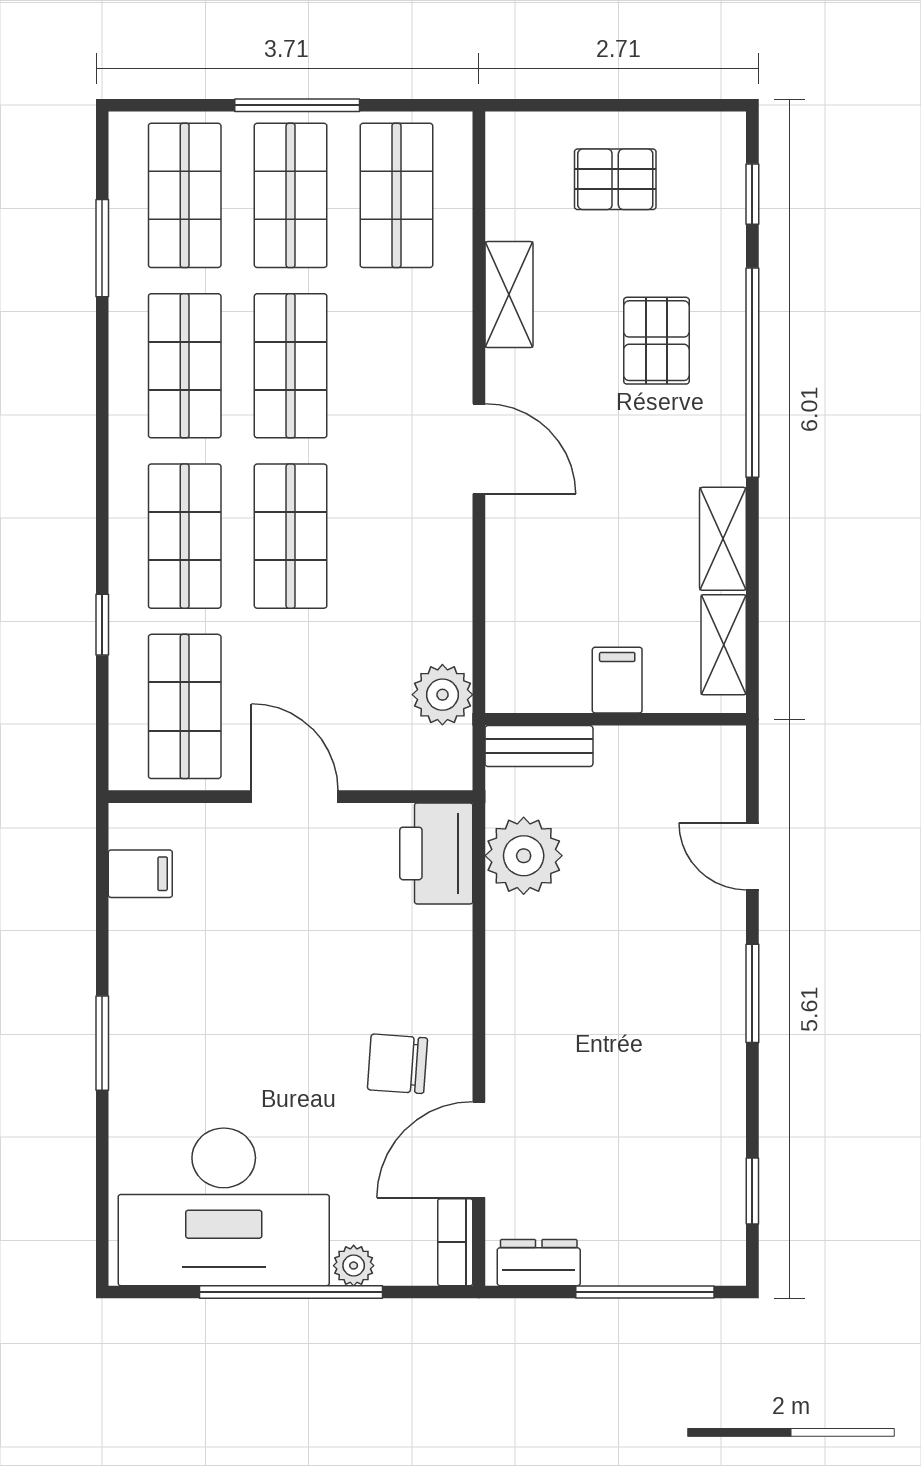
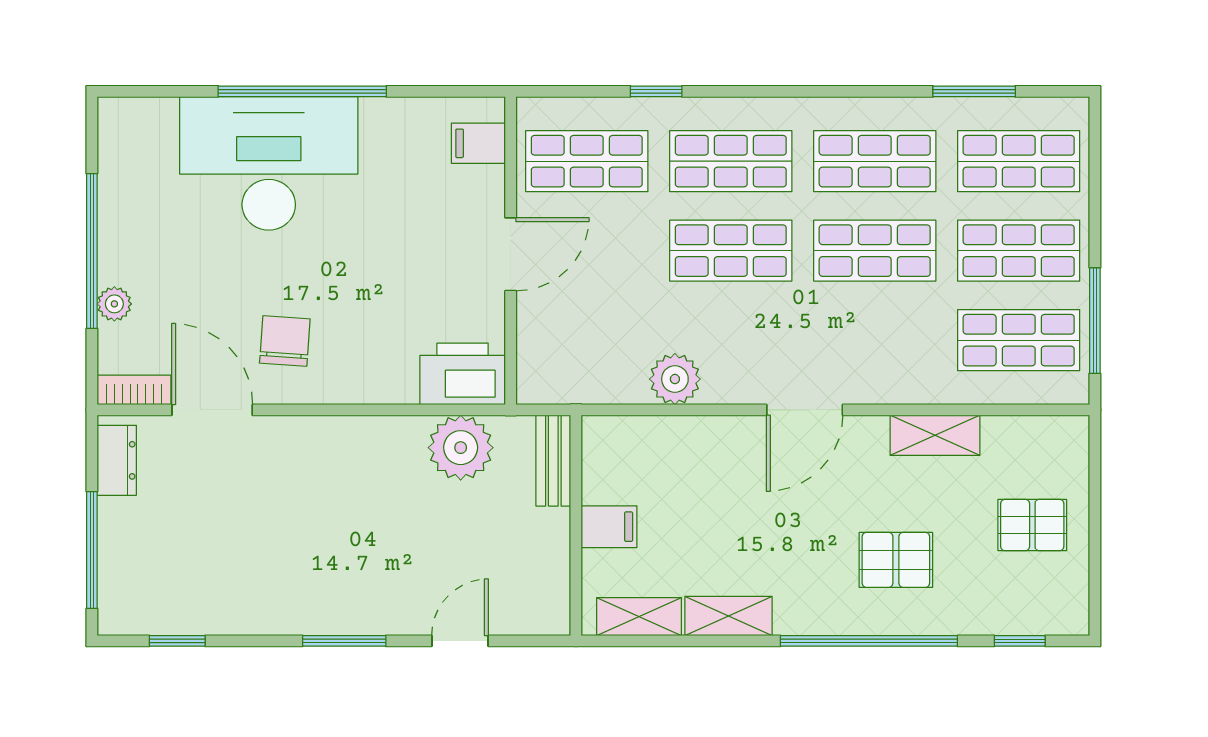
window: (297, 105) -> (1095, 321), moved
pallet: (615, 179) -> (1032, 525), turned 90
plant: (442, 695) -> (675, 379), moved
filing cabinet: (140, 874) -> (478, 143), moved, turned 90
window: (102, 1043) -> (302, 91), width x2.11
desk: (224, 1207) -> (269, 163), moved, turned 90

